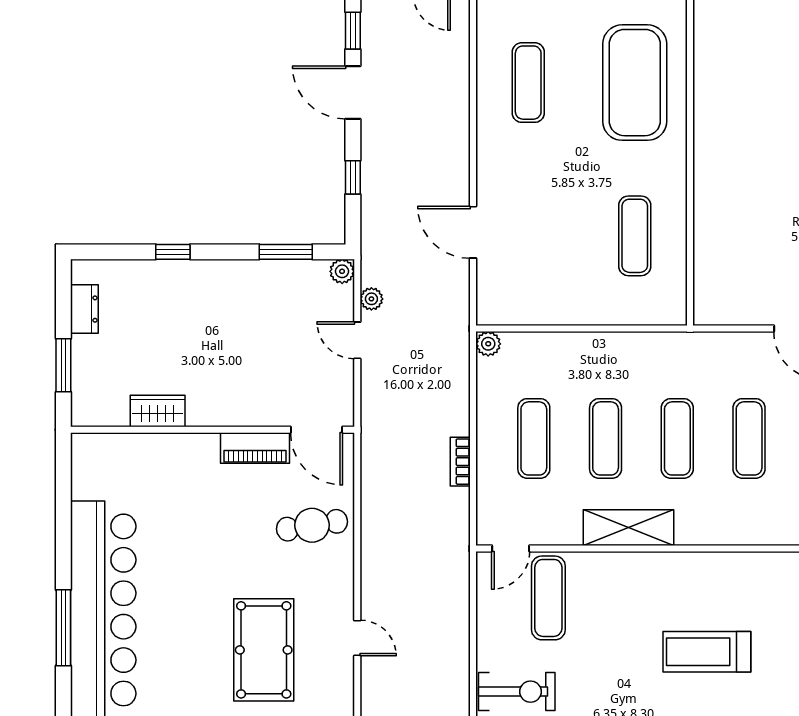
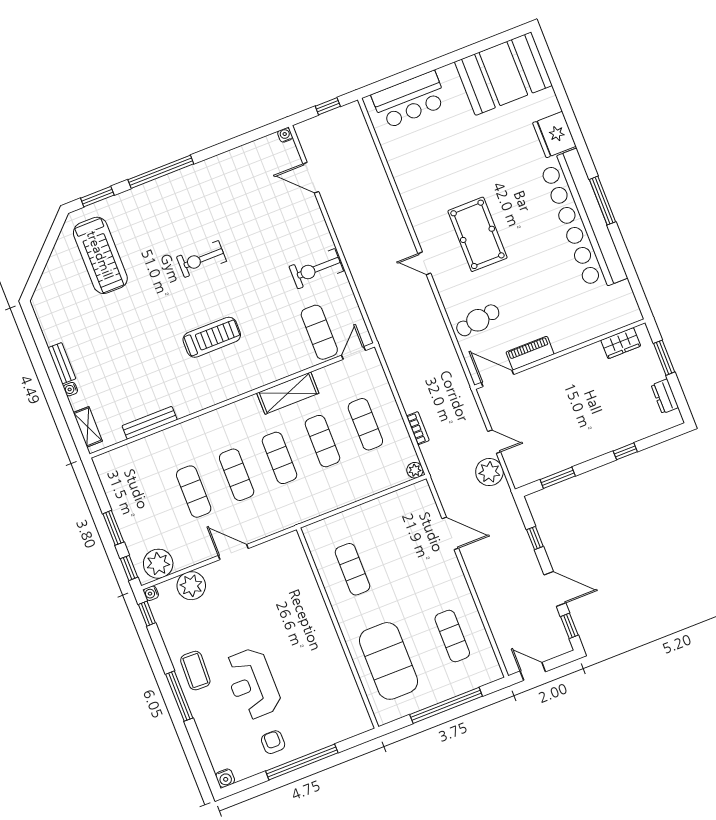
plant: (342, 271) -> (519, 479), removed
plant: (371, 299) -> (489, 472), width x1.88, depth x1.88
wardrobe: (158, 411) -> (621, 343), moved
bookcase: (460, 462) -> (418, 428), moved

